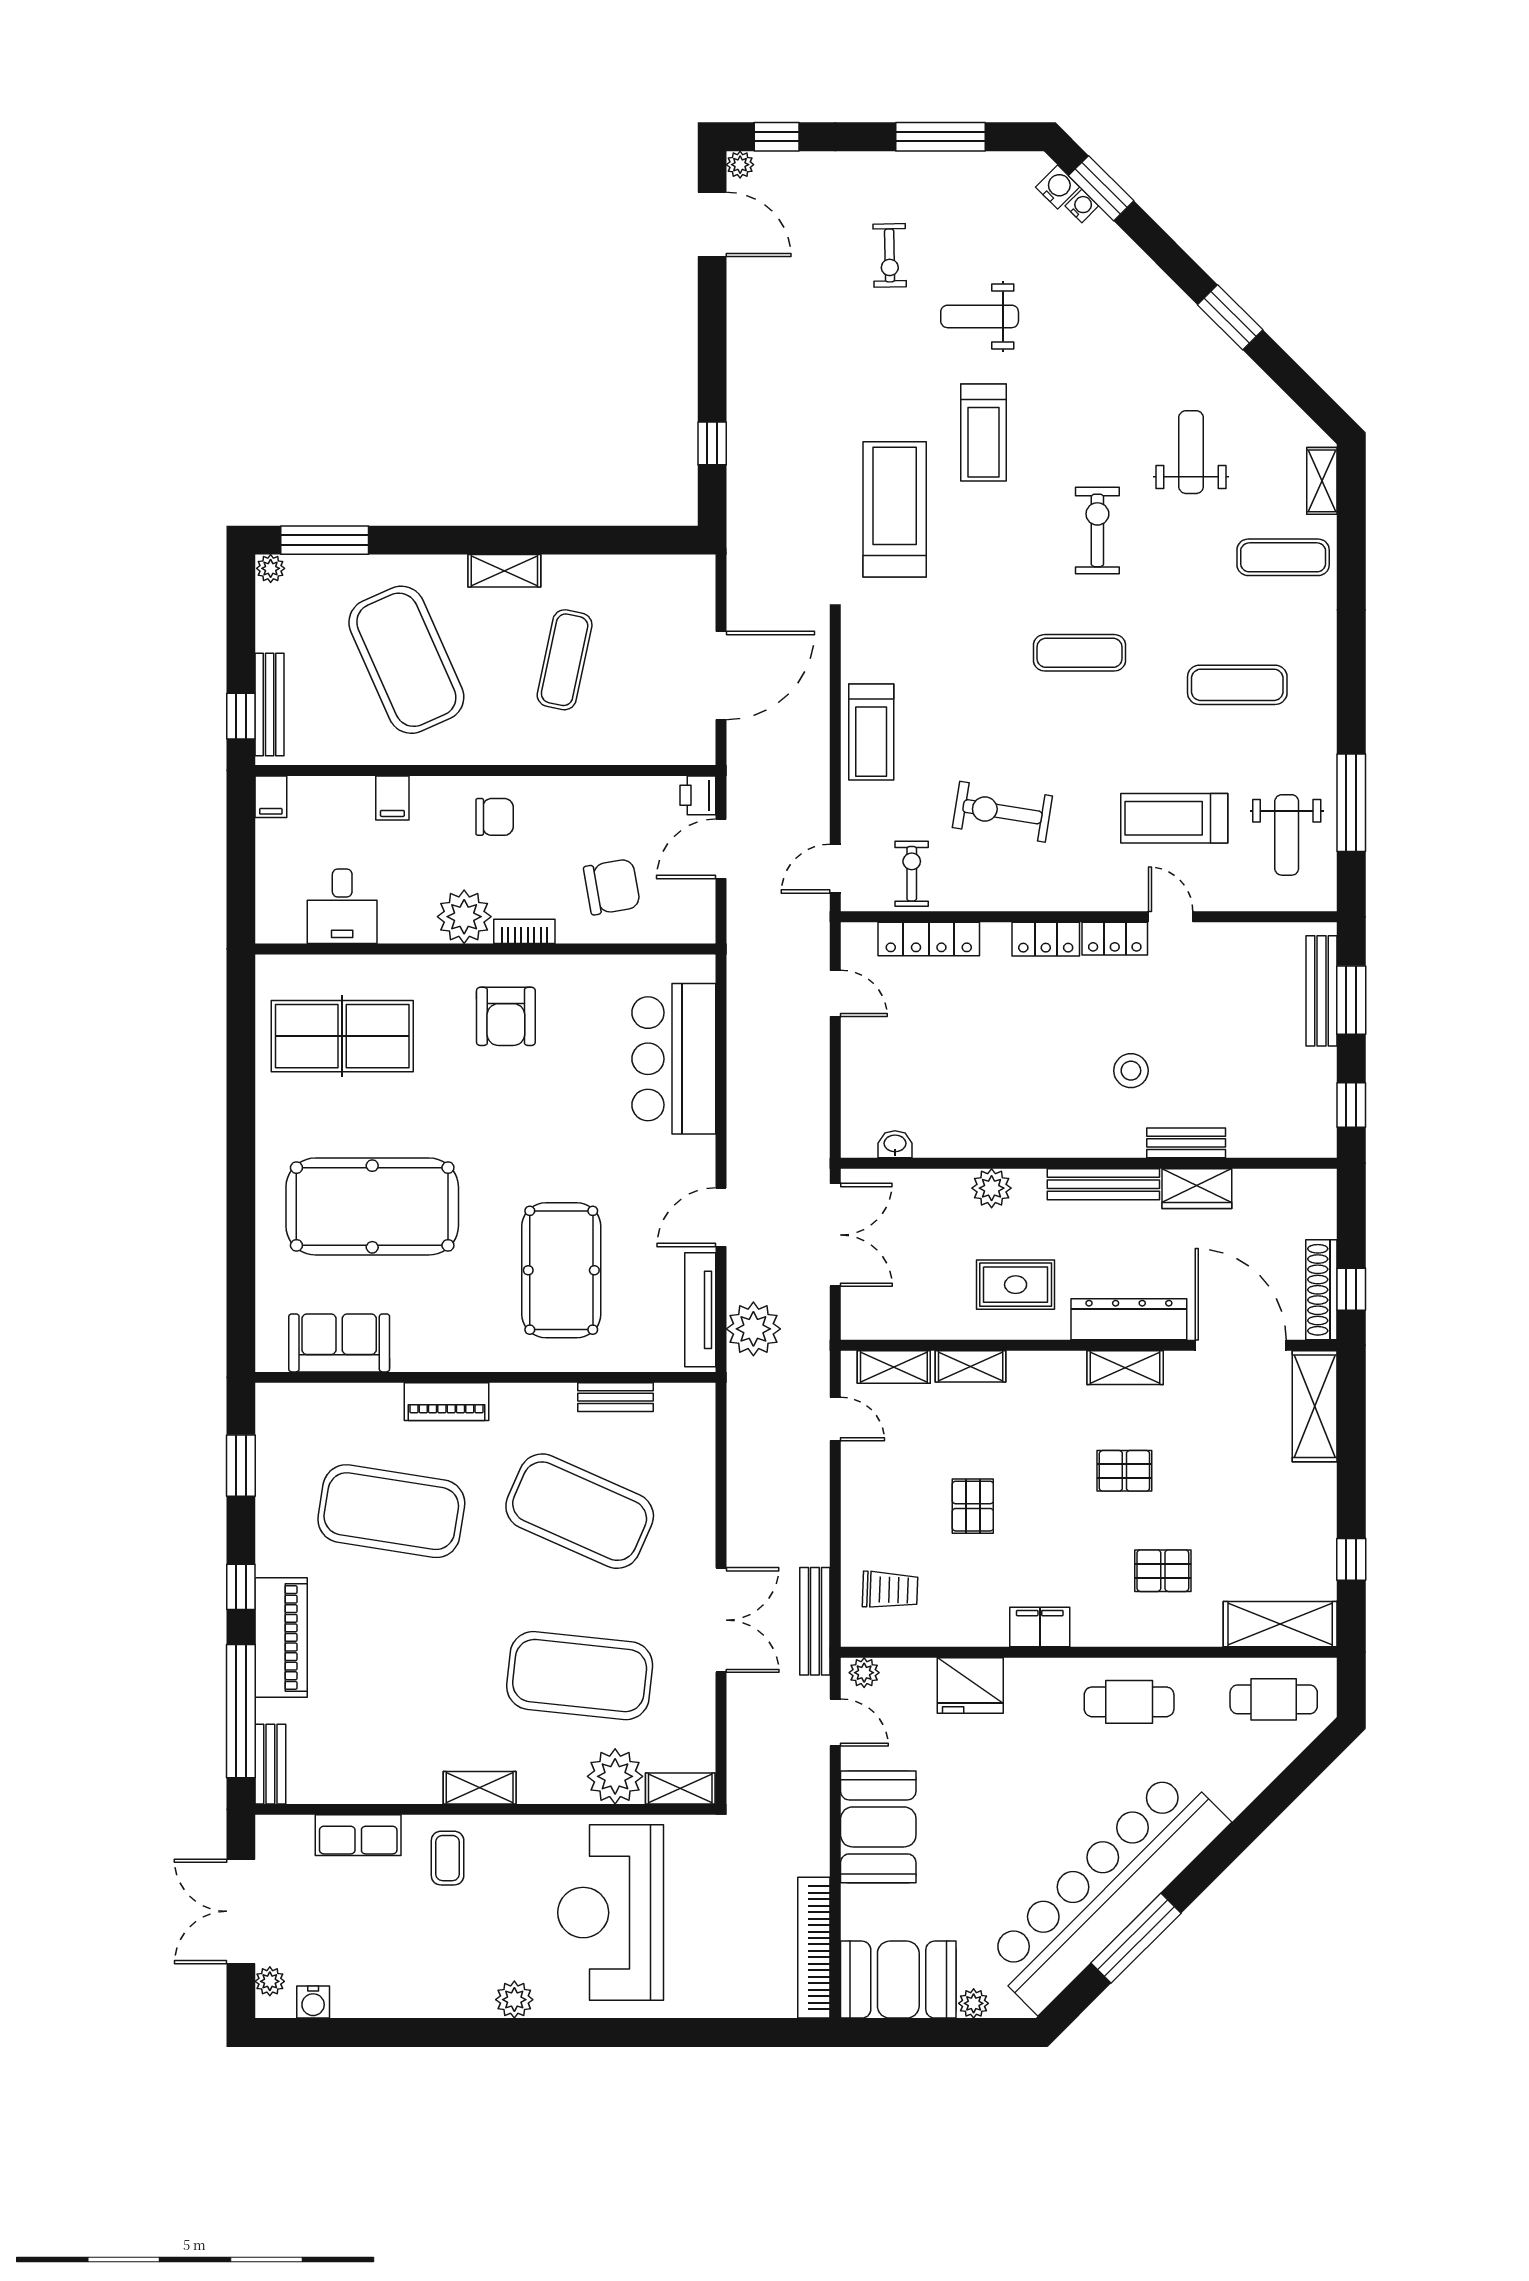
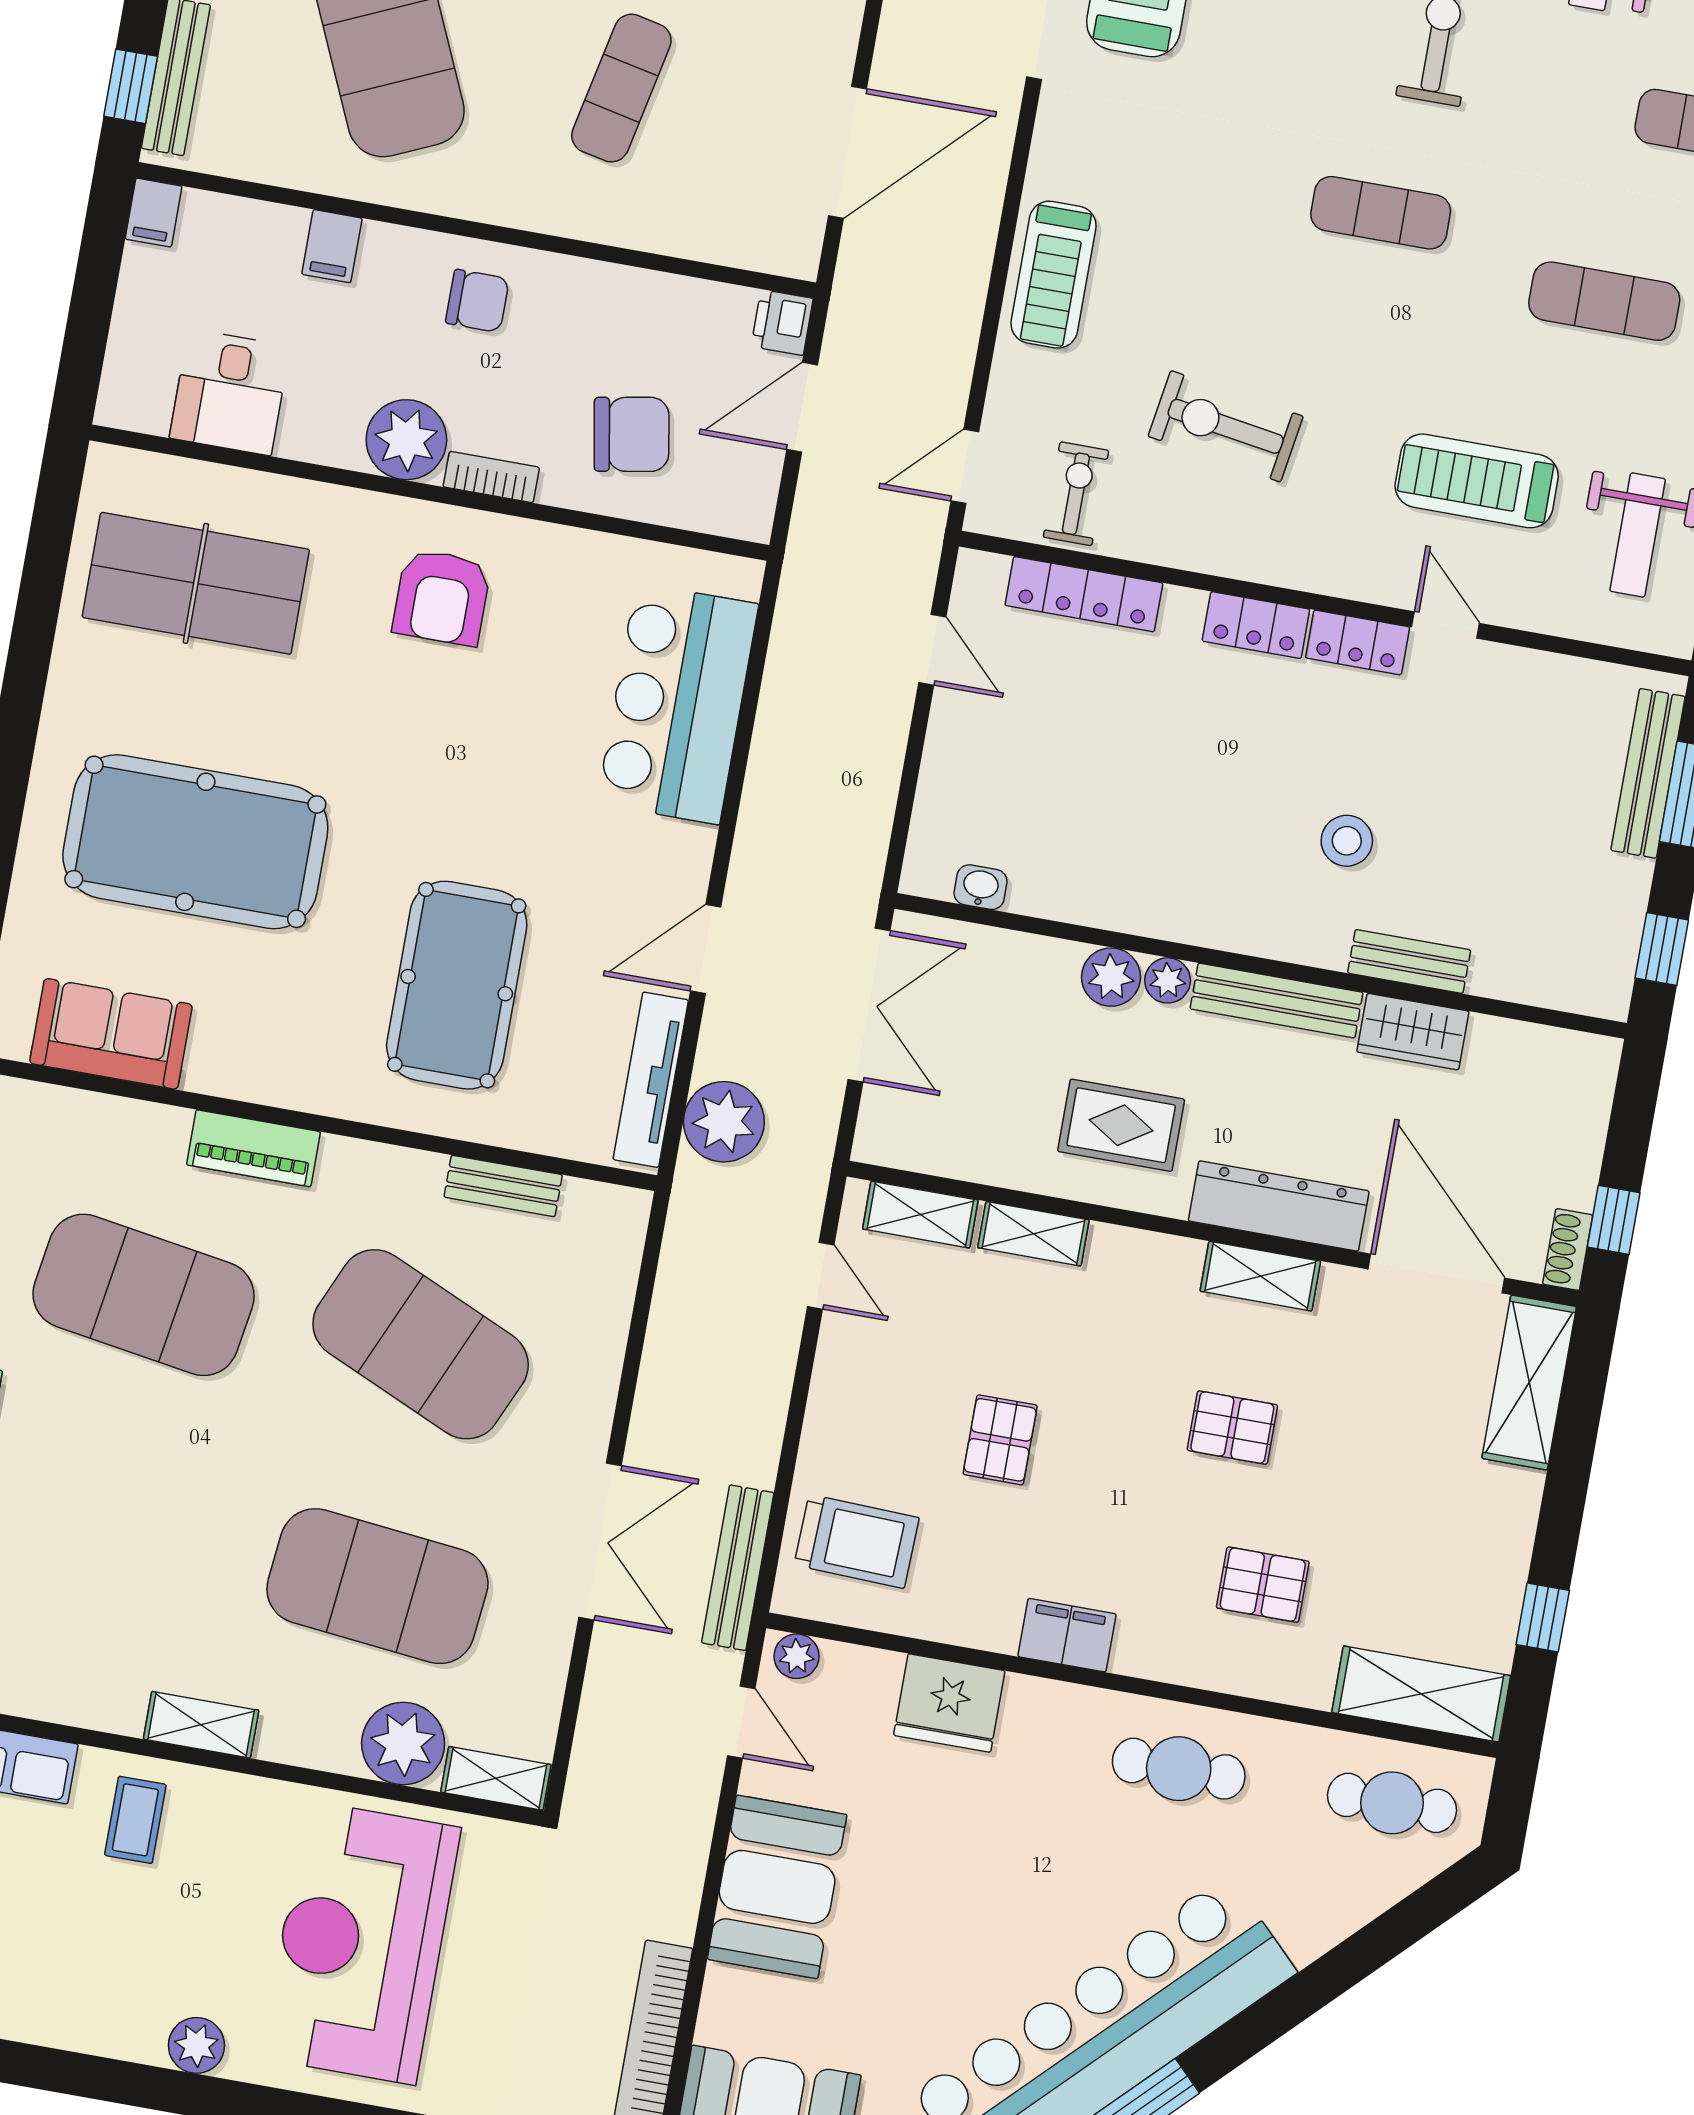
plant: (1029, 1184) -> (1168, 980), added
shoe rack: (1321, 1290) -> (1568, 1250), width x0.51, depth x0.81
trolley: (890, 1590) -> (857, 1541), width x1.36, depth x1.39

